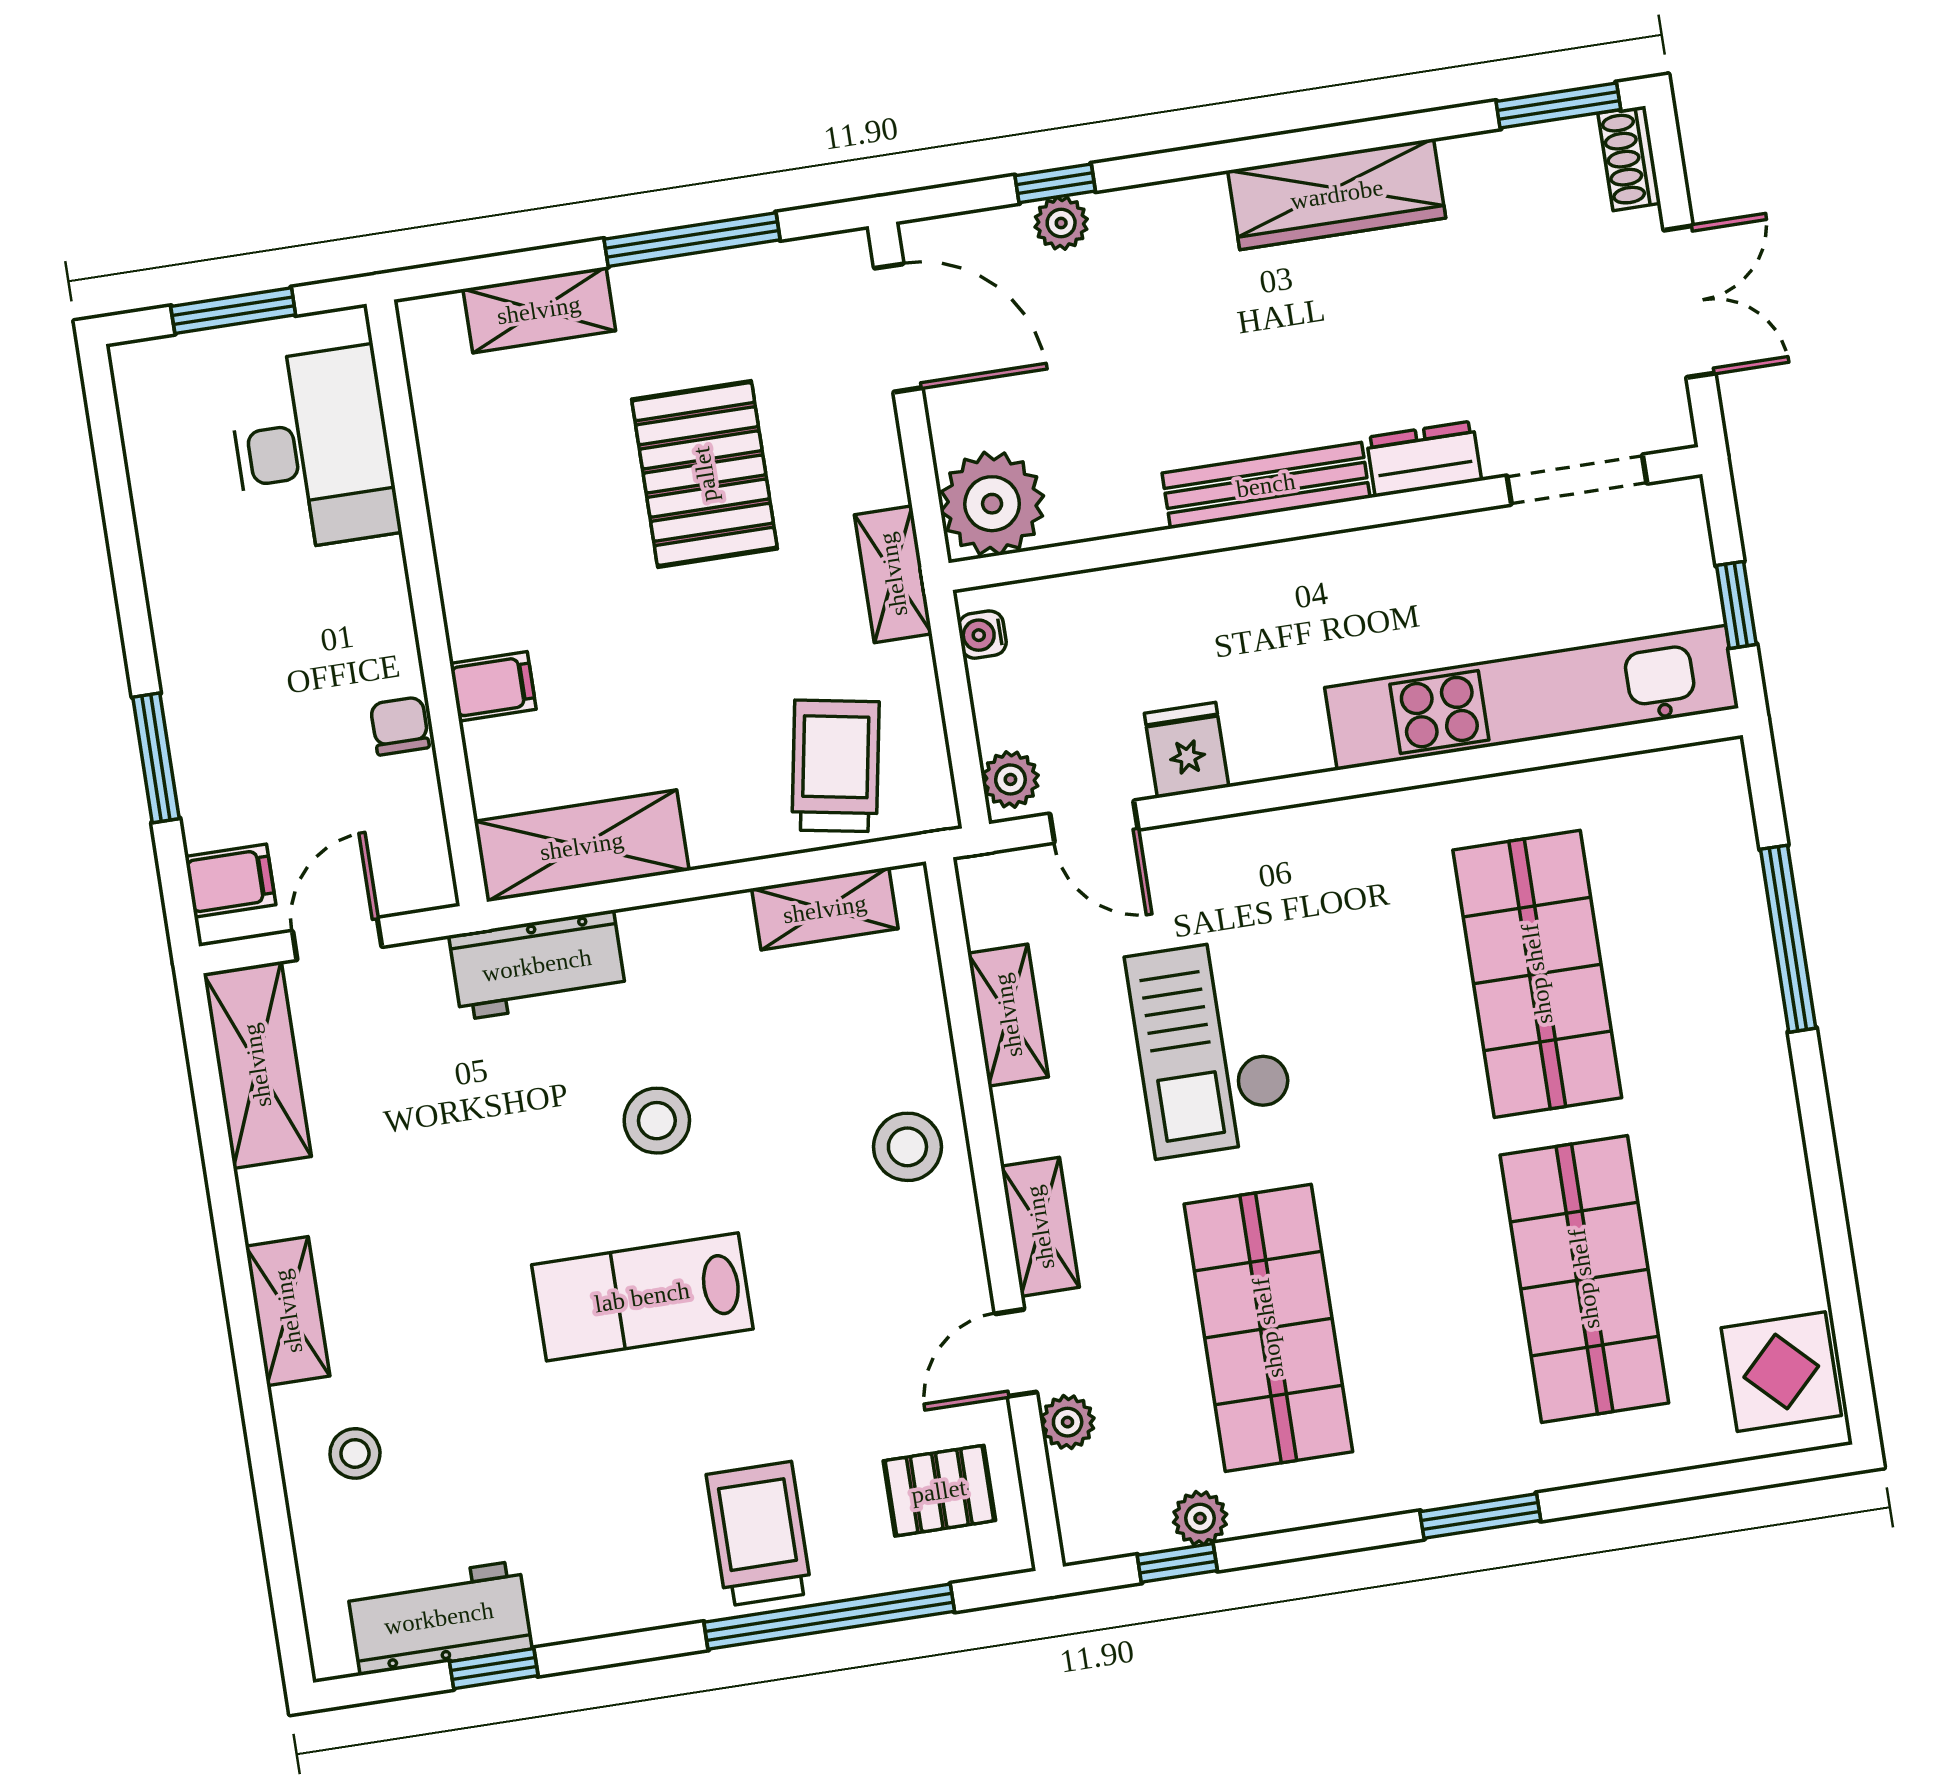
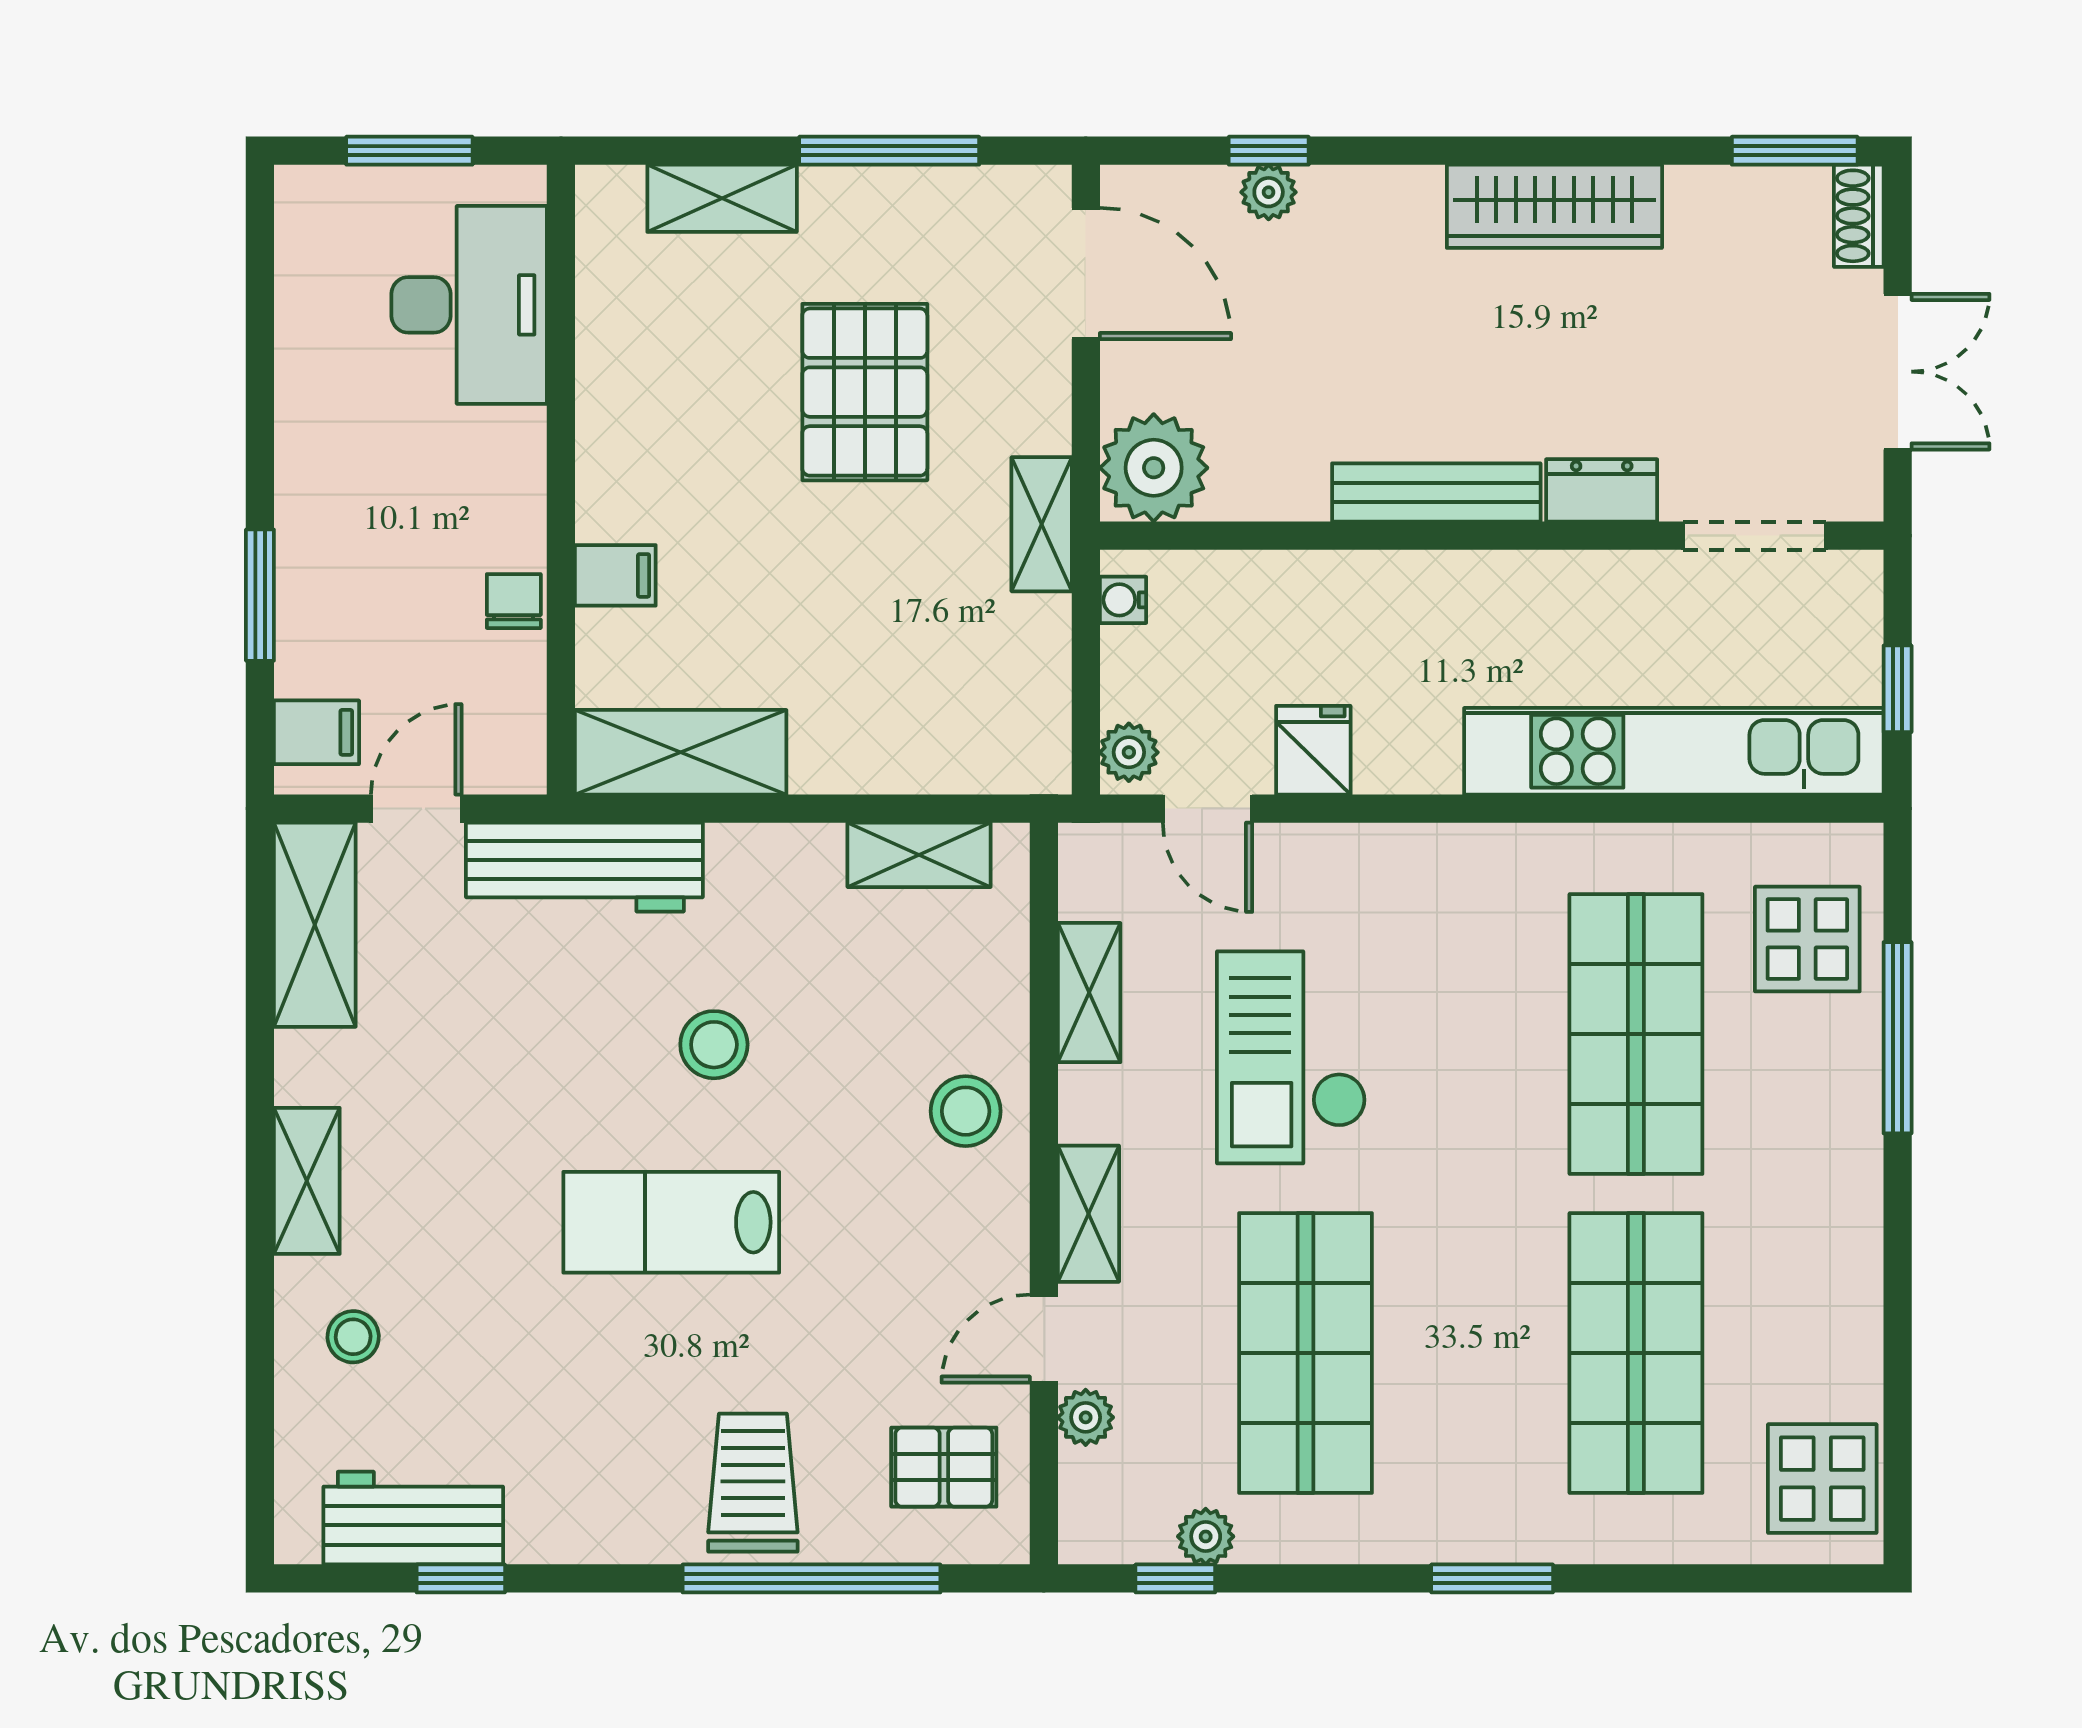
trolley: (836, 766) -> (952, 711), removed
display table: (1687, 858) -> (1807, 939), added
workbench: (537, 965) -> (584, 867), width x1.38

